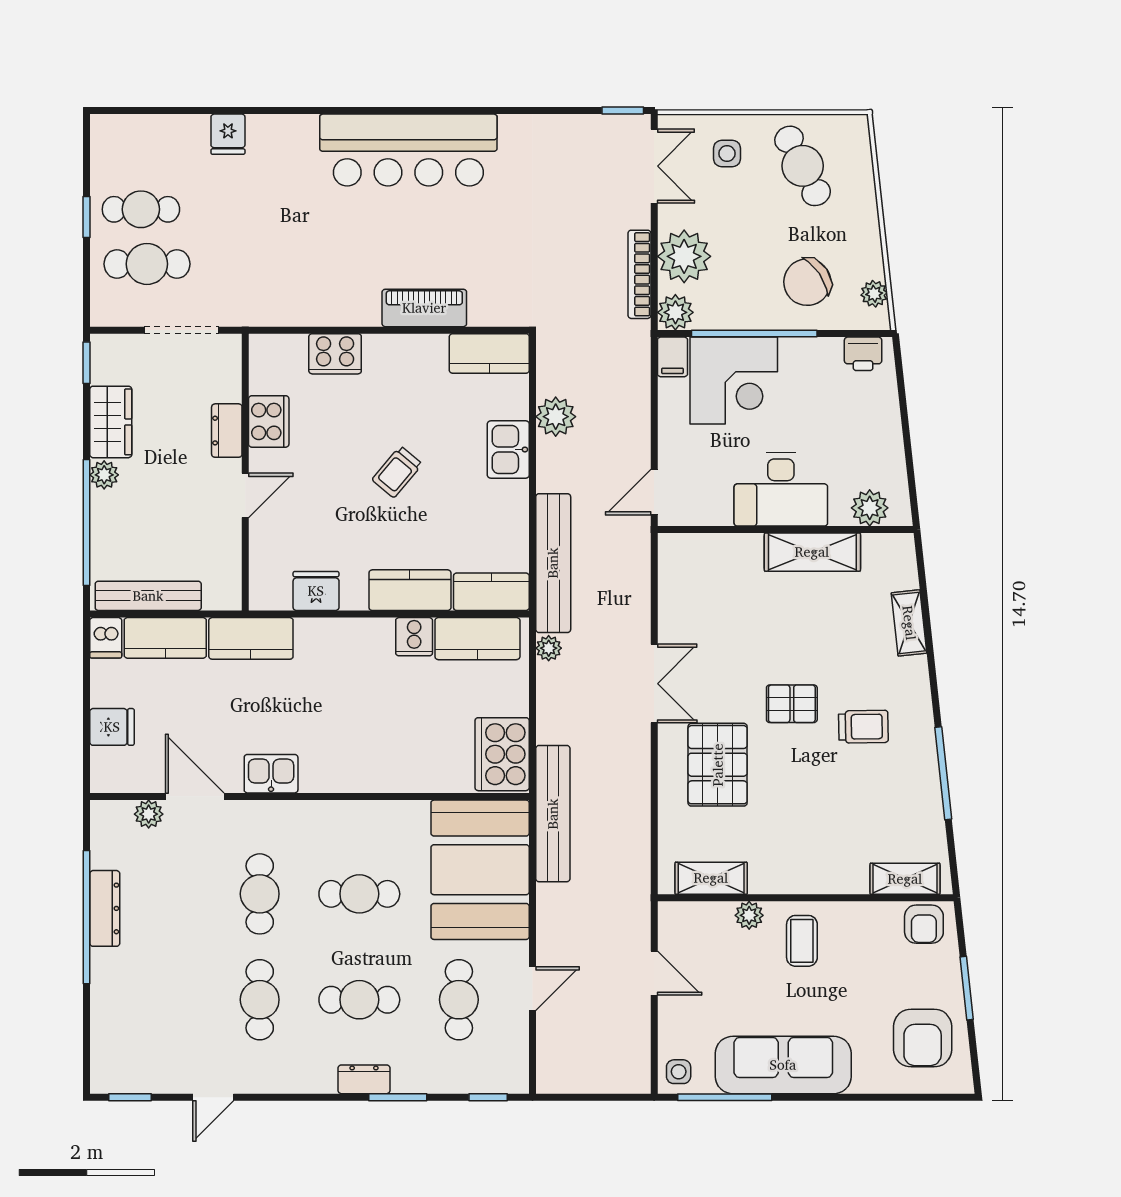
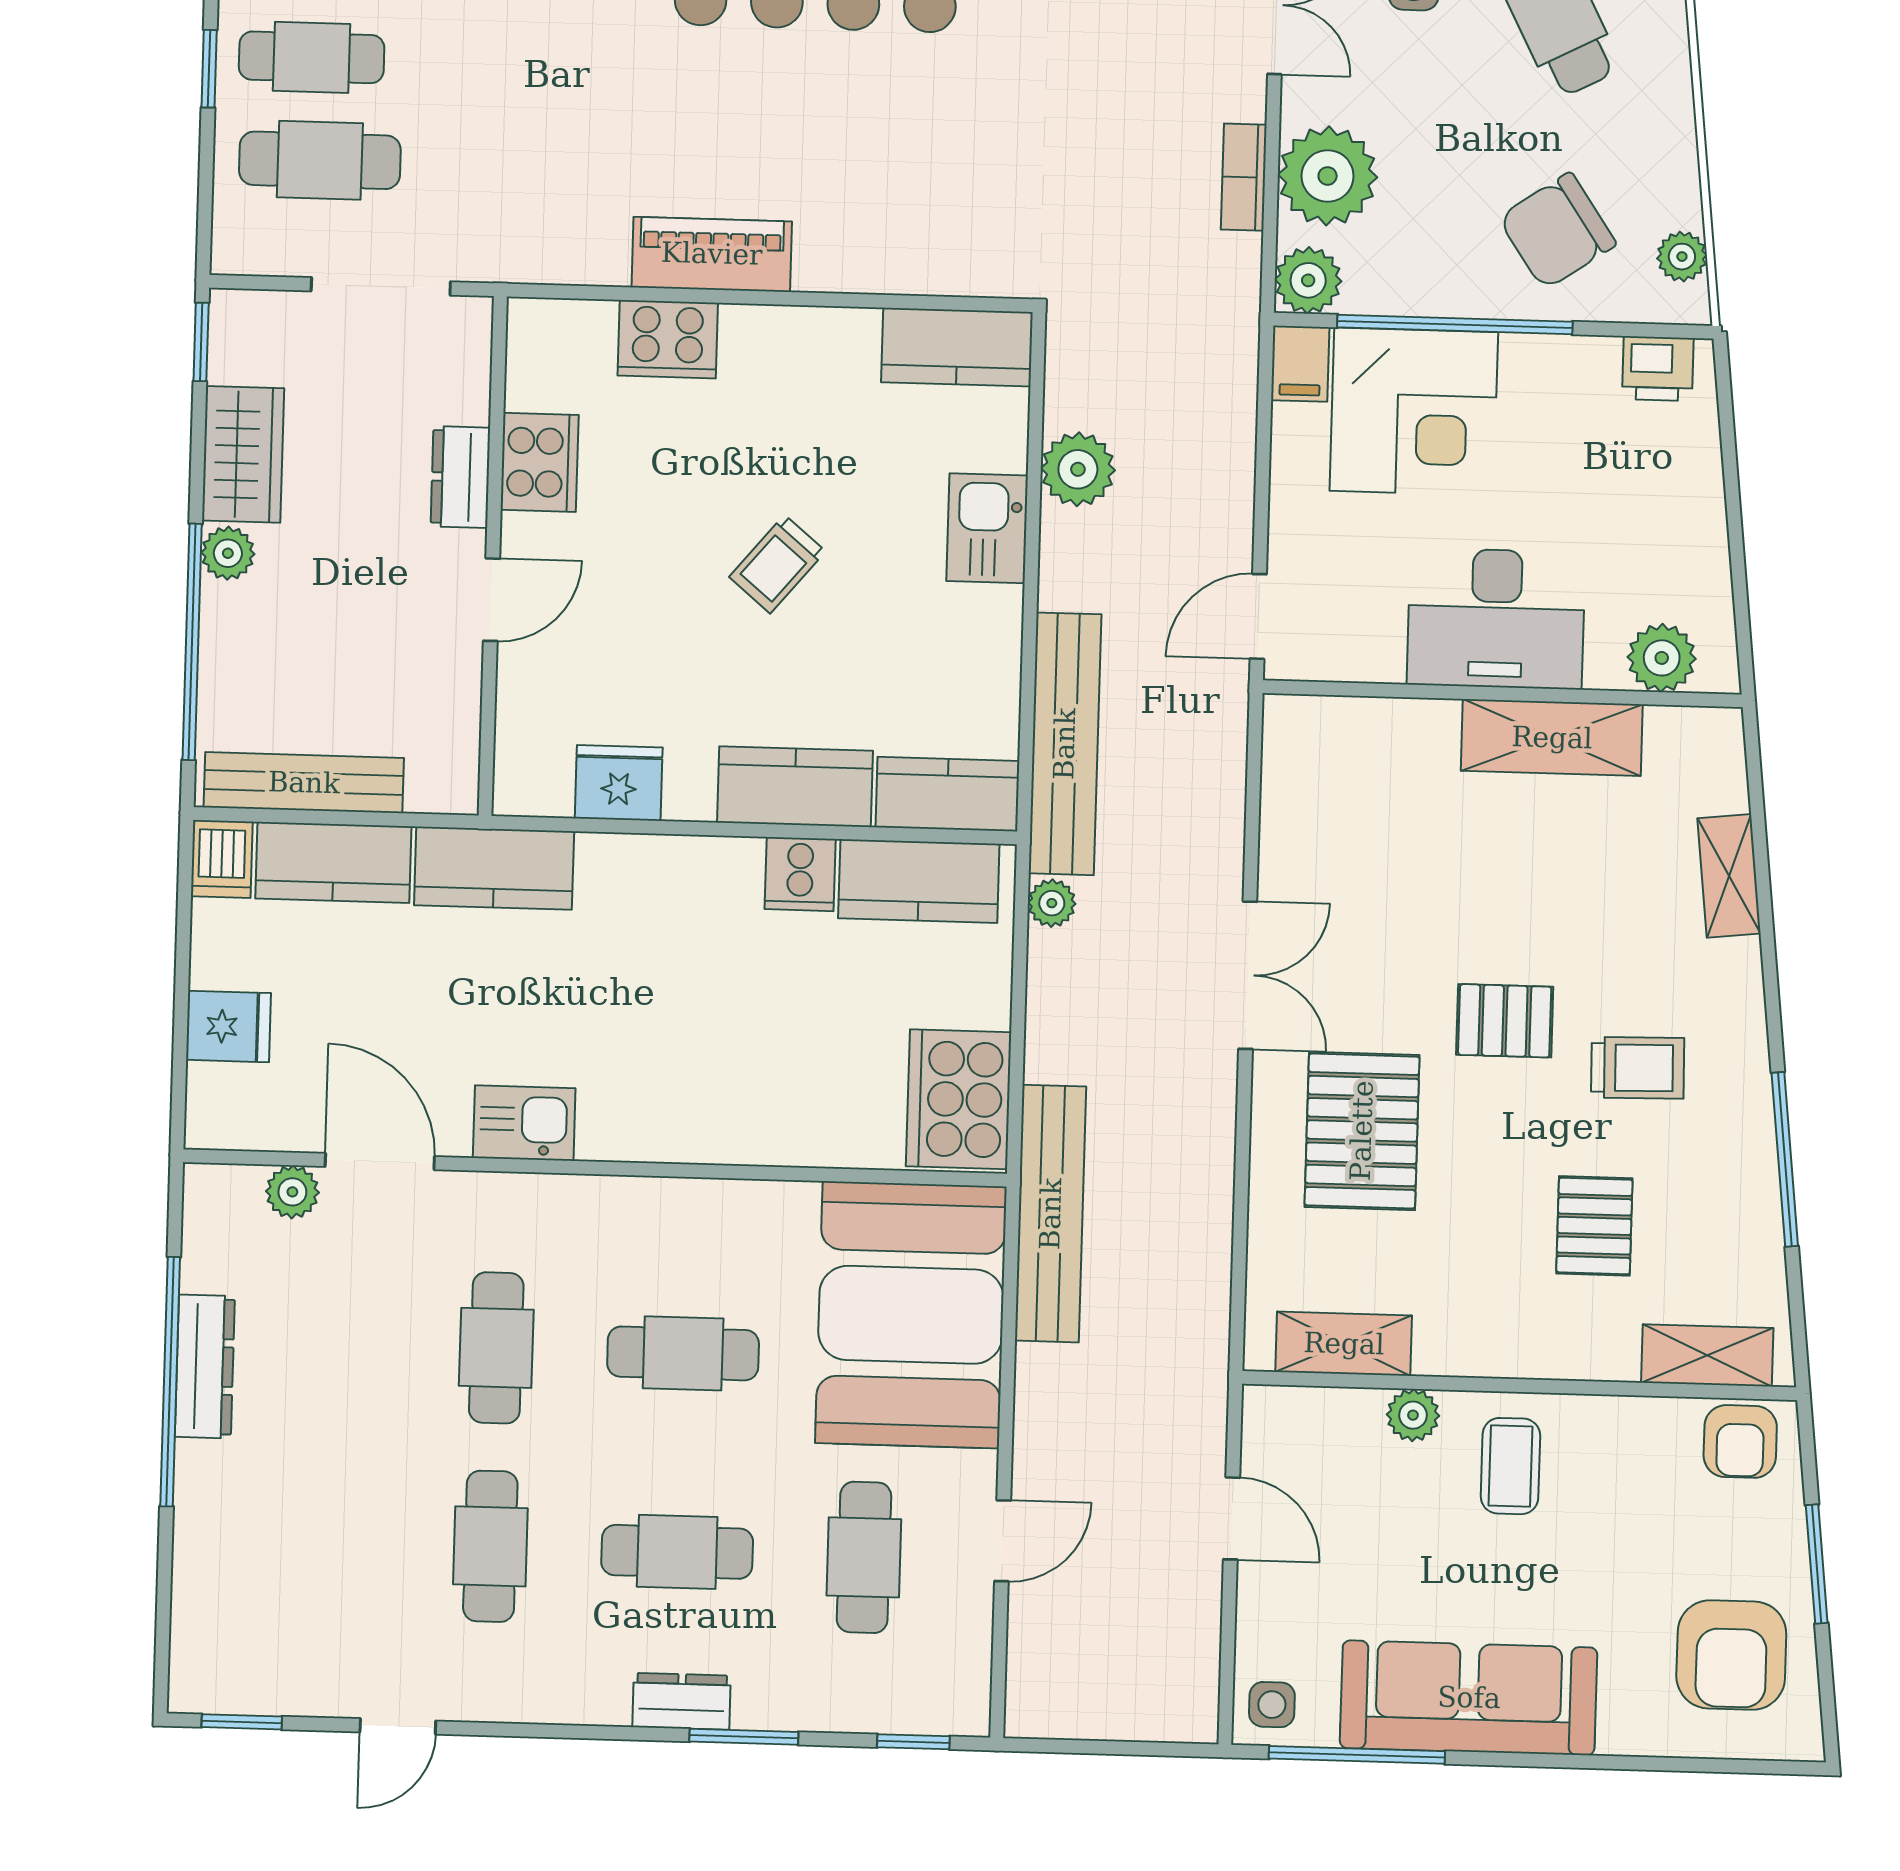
bookcase: (639, 274) -> (1244, 177), width x0.64
piano: (424, 308) -> (712, 254), moved
pallet: (843, 812) -> (1594, 1226), added

